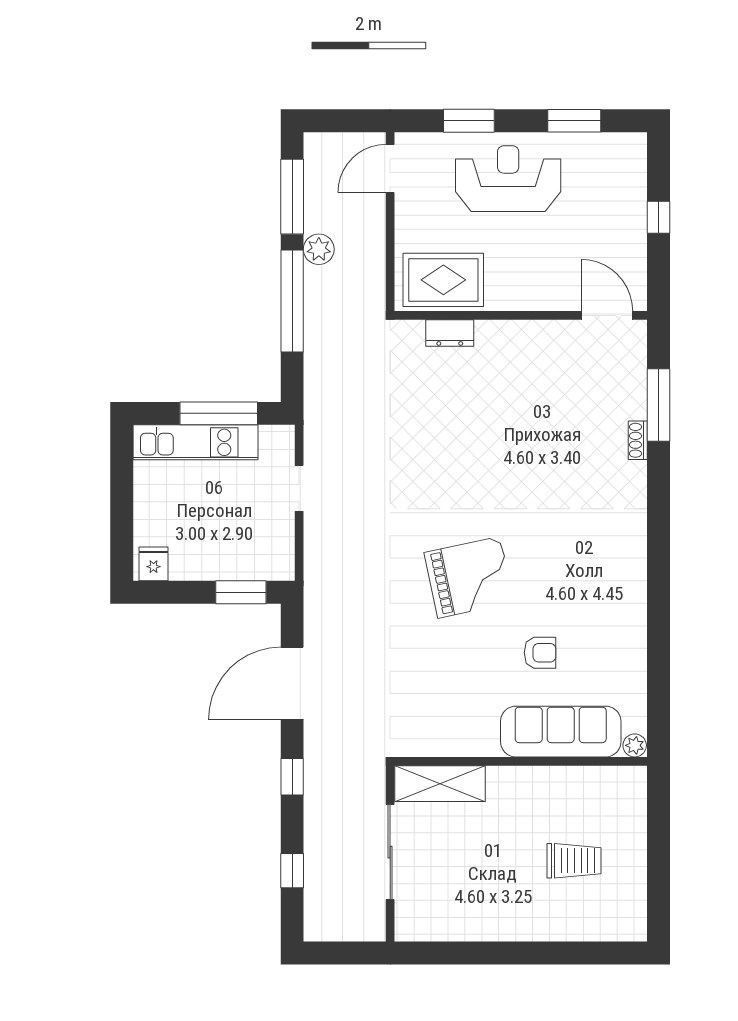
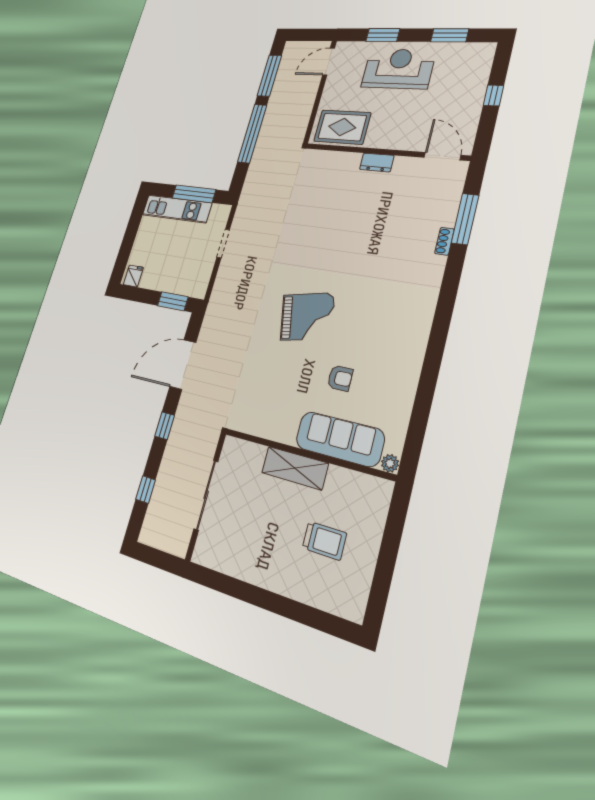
plant: (319, 249) -> (275, 105), removed
dresser: (450, 333) -> (377, 162), moved
shelving: (440, 784) -> (295, 468), moved

